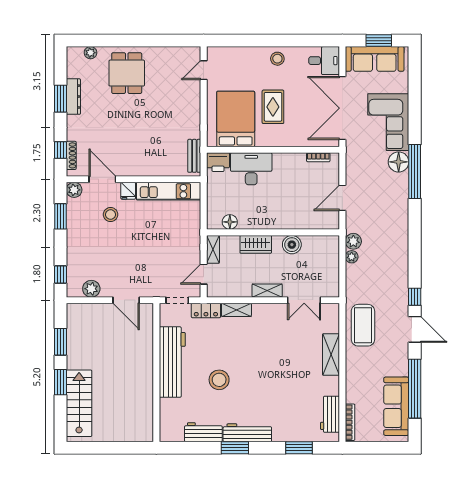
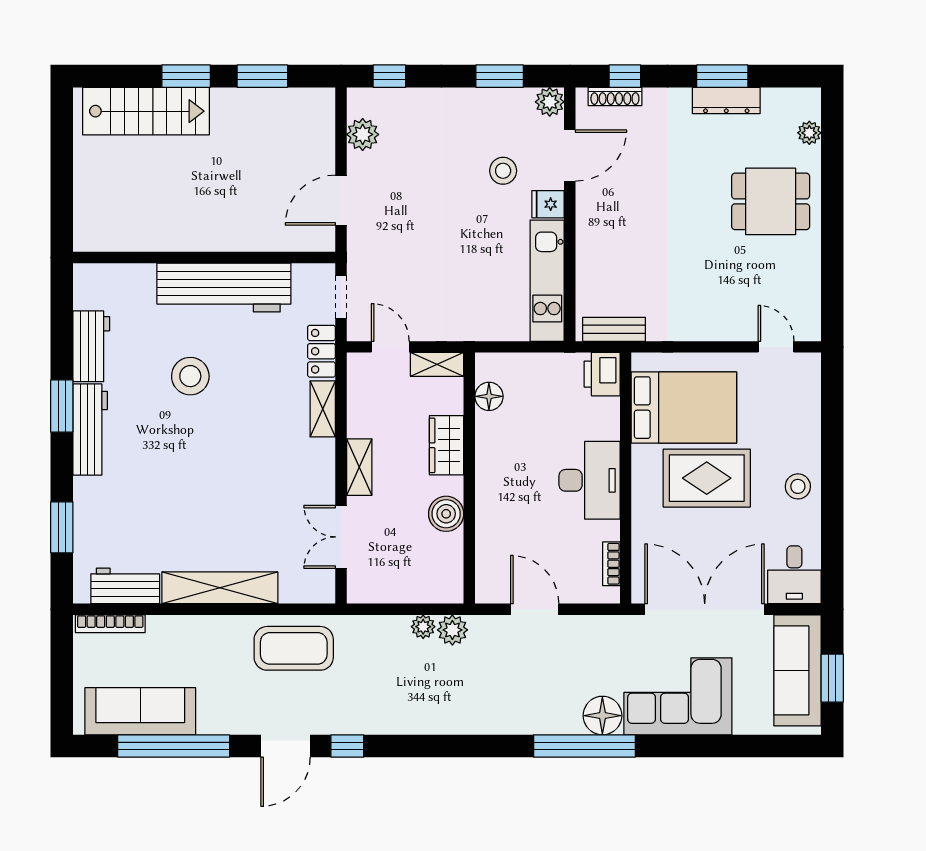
rug: (273, 107) -> (707, 478), width x1.36, depth x1.43
desk: (251, 169) -> (590, 480), moved
shelving: (331, 354) -> (220, 588), width x1.47

